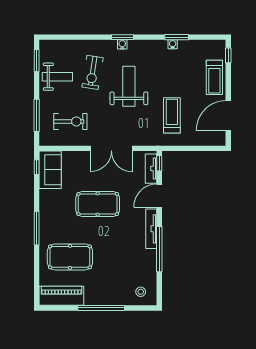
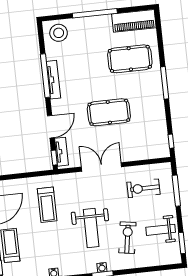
sofa: (50, 170) -> (158, 140), removed
tv unit: (151, 229) -> (53, 80), moved
stool: (141, 292) -> (59, 33), width x1.89, depth x1.89

